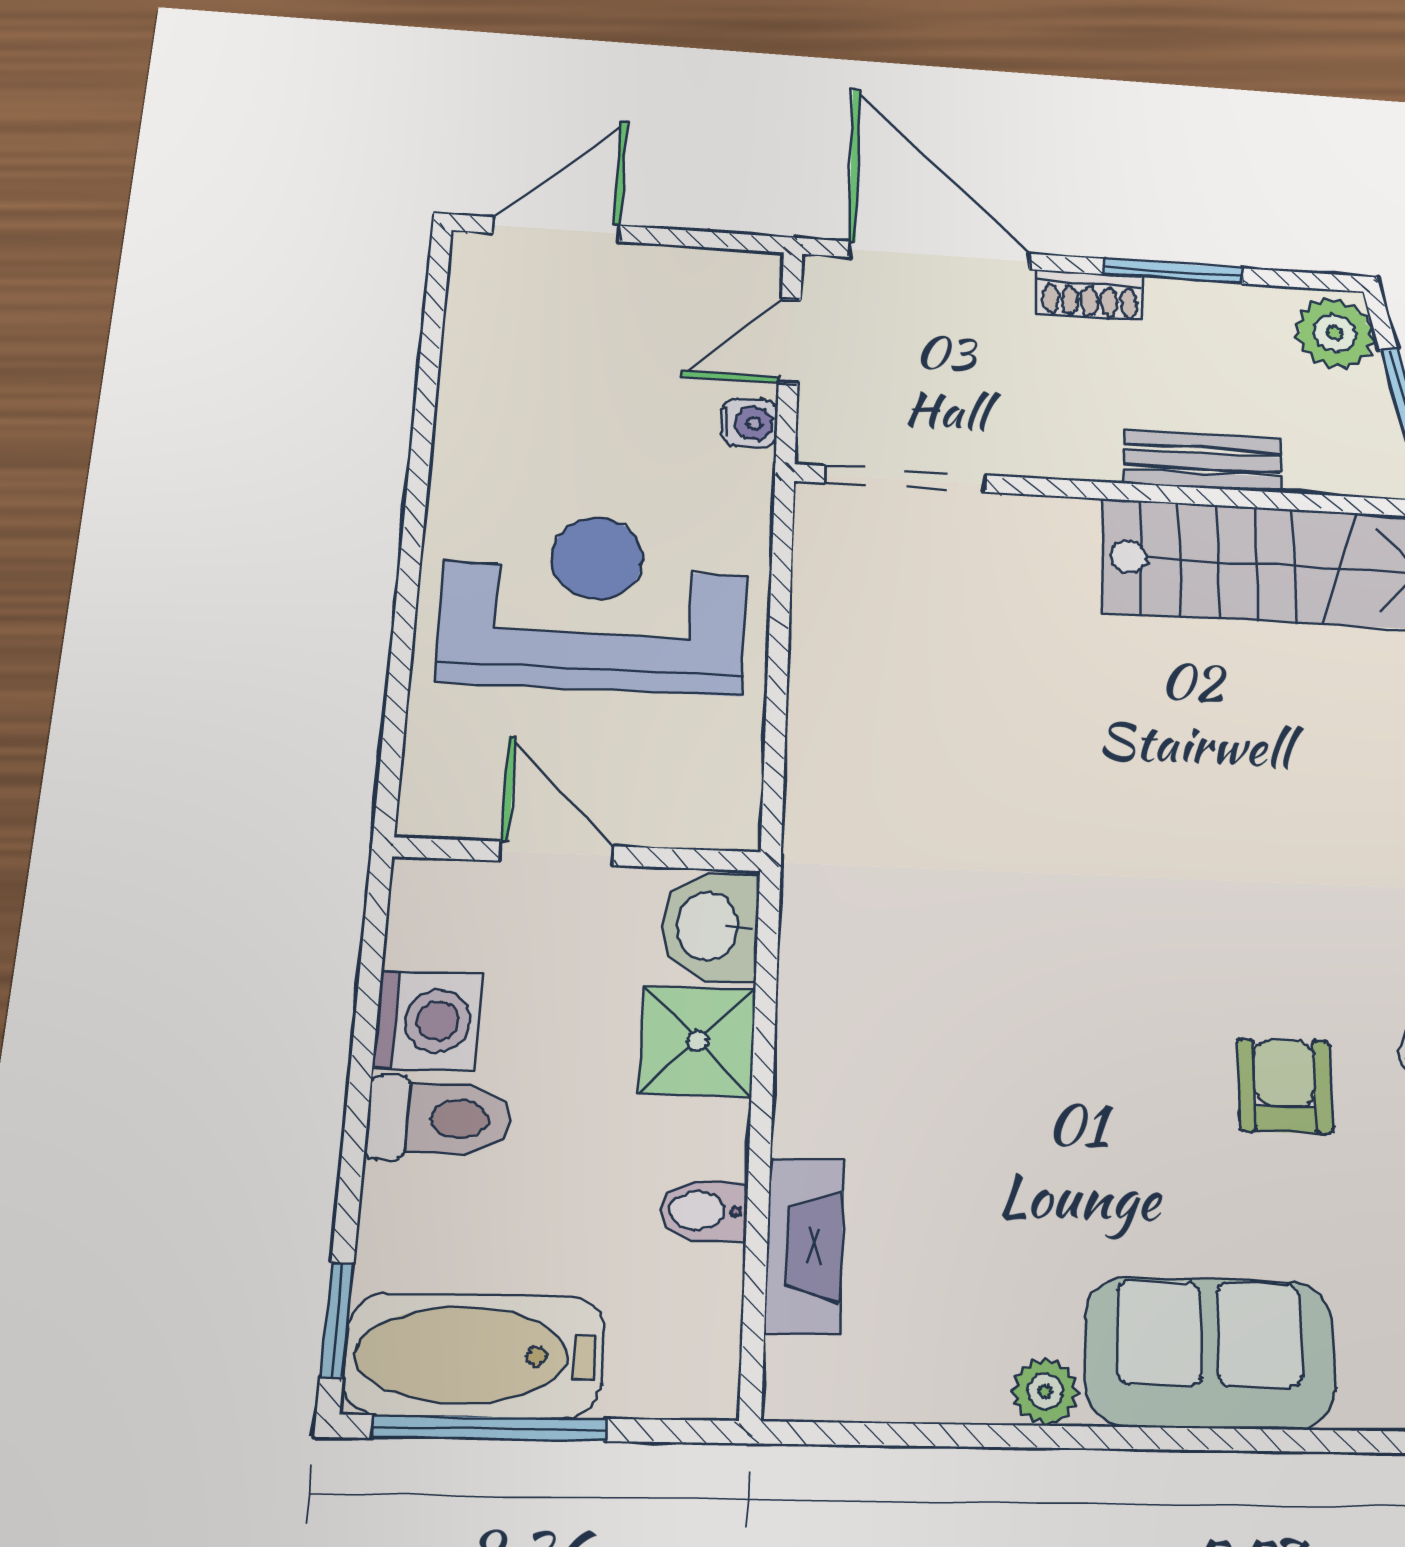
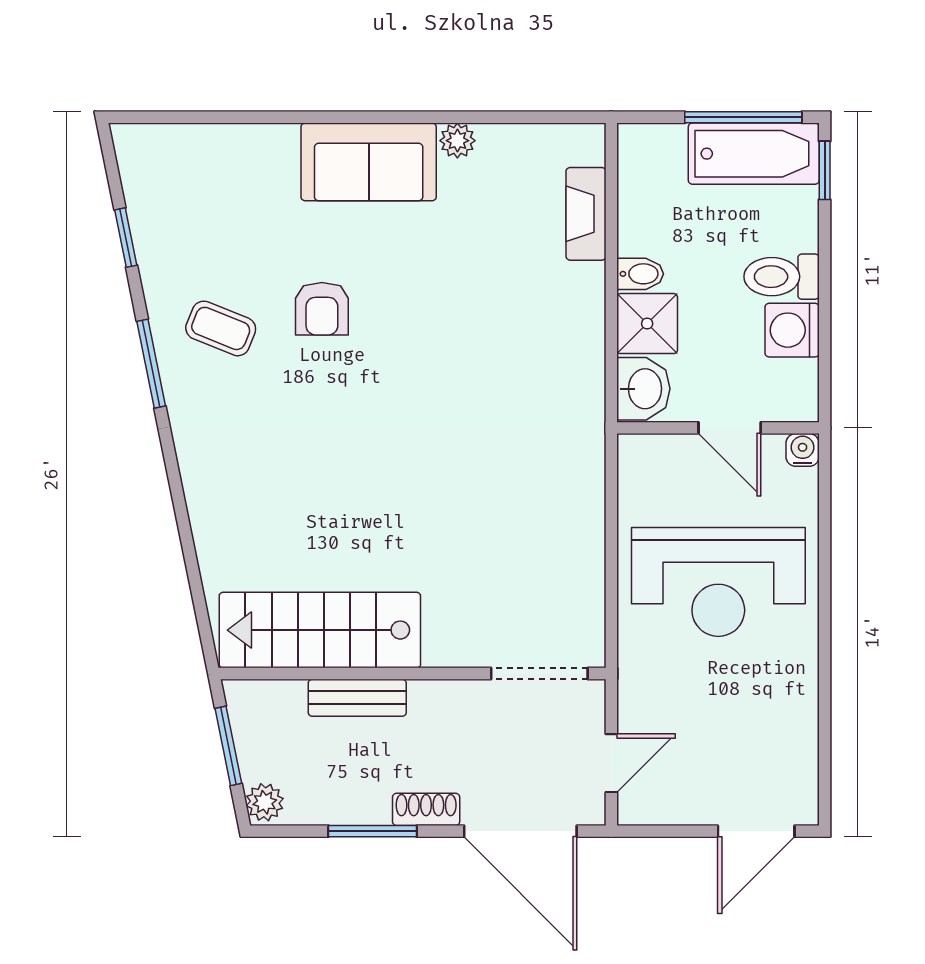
plant: (1335, 333) -> (265, 802), width x0.73, depth x0.73
water cooler: (750, 423) -> (803, 450), moved, turned 90
bidet: (703, 1211) -> (640, 274), moved

